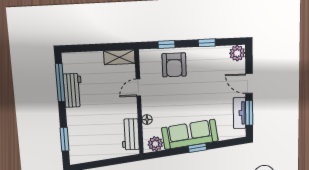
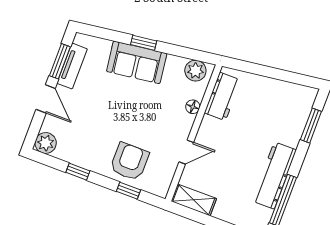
workbench: (73, 90) -> (274, 175), width x1.37
sofa: (190, 134) -> (137, 62), width x0.73

